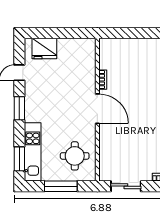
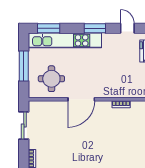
door: (97, 109) -> (81, 99), moved
kitchen unit: (33, 152) -> (65, 40), width x1.36

